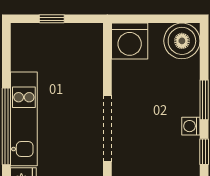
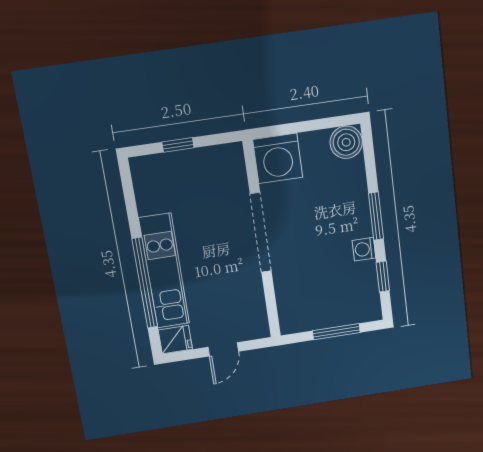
boiler: (182, 41) -> (346, 142), width x0.73, depth x0.73
doorway: (107, 129) -> (261, 233), moved

